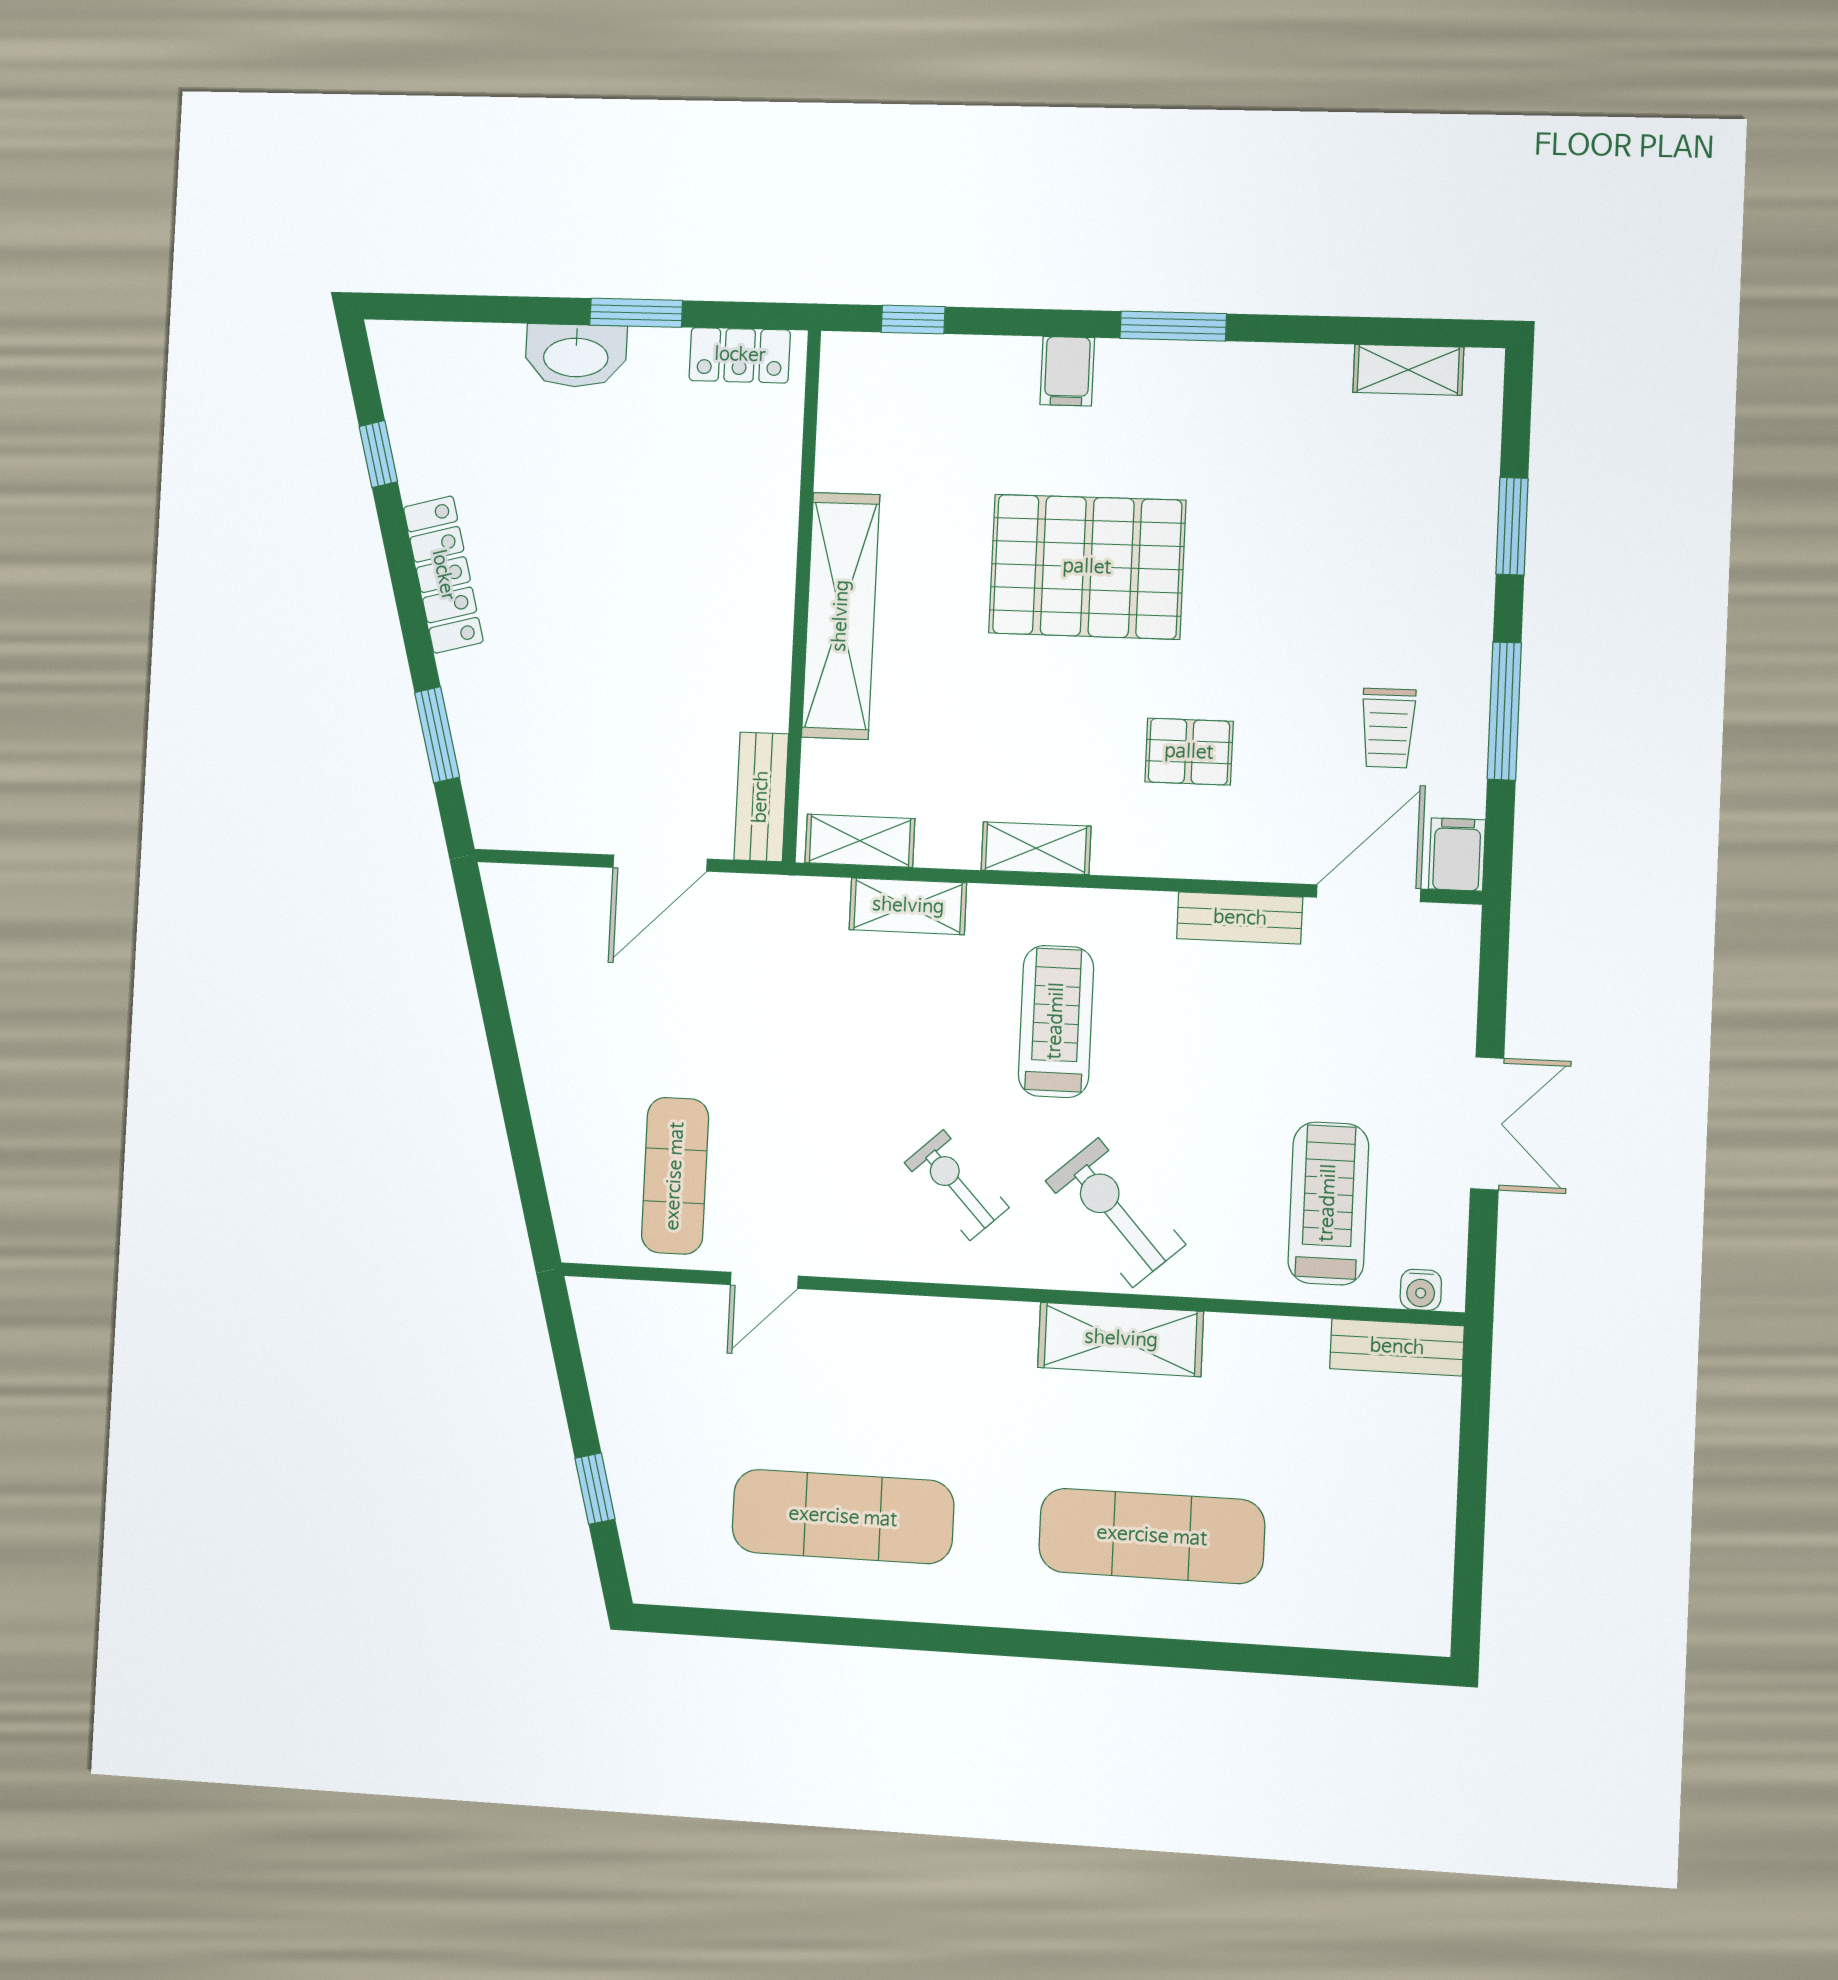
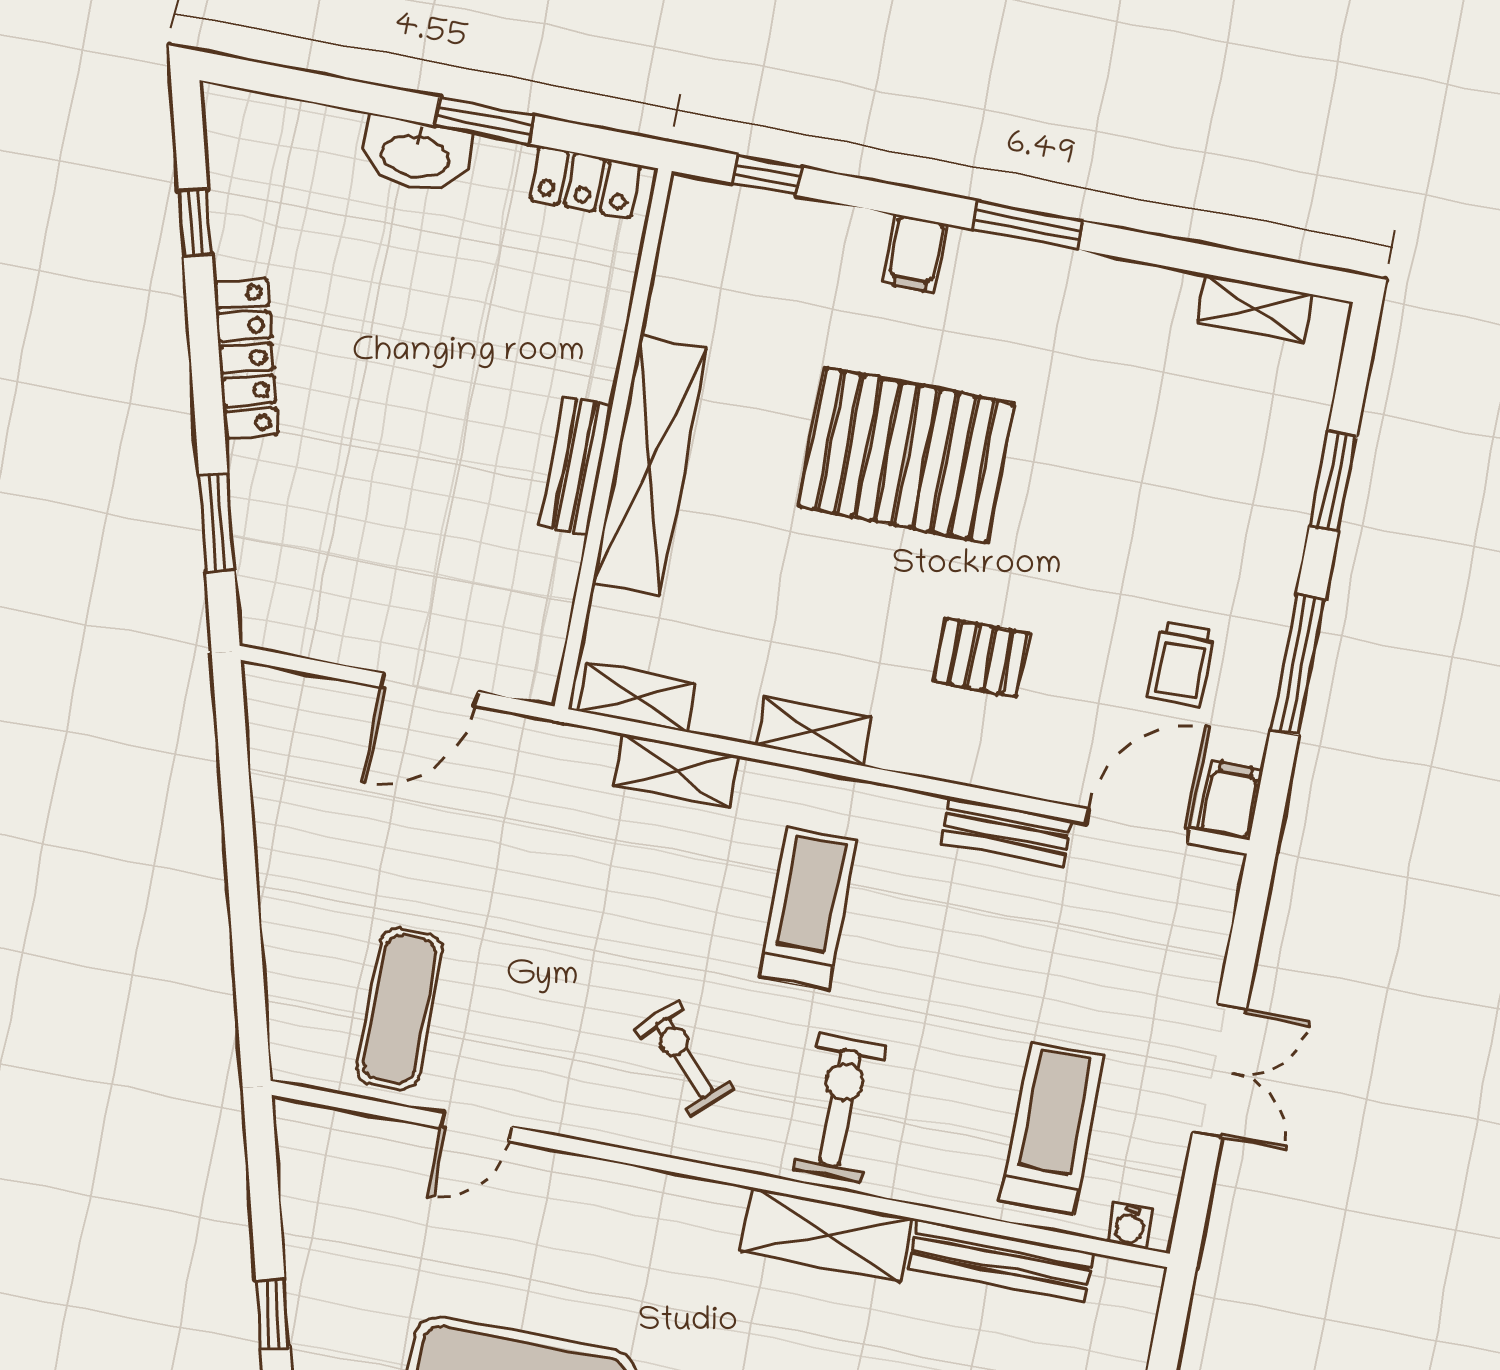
bench: (761, 797) -> (576, 466), moved
exercise bike: (1115, 1213) -> (840, 1108), turned 42
bench: (1397, 1347) -> (1001, 1261), moved, width x1.36

